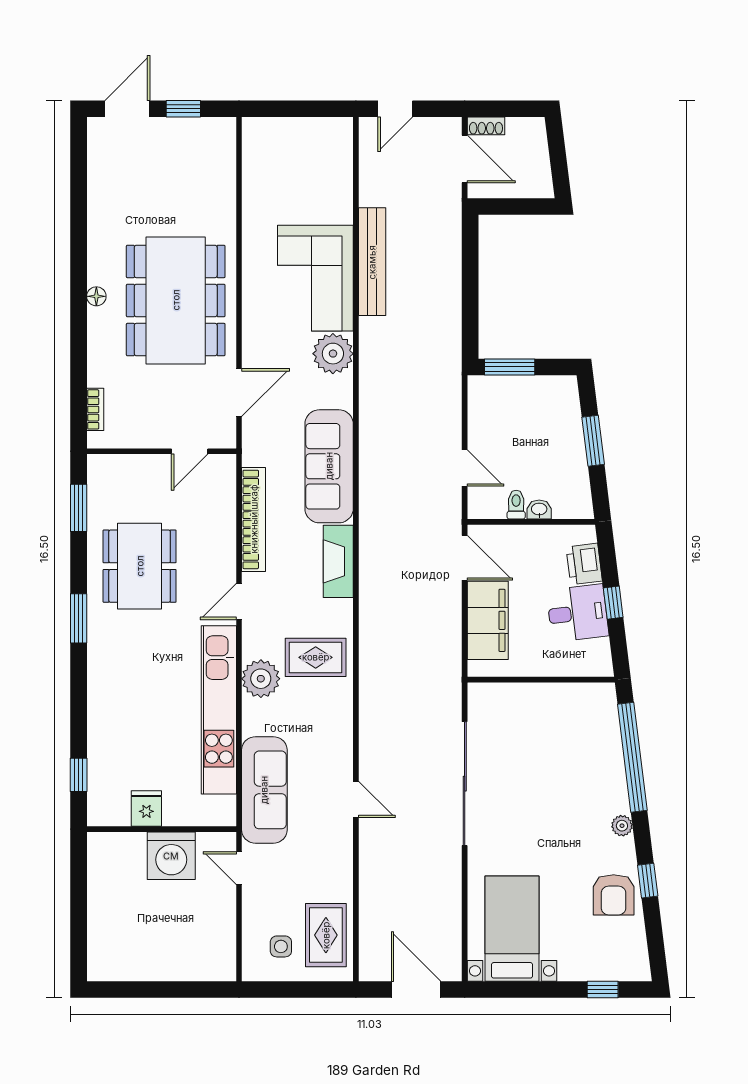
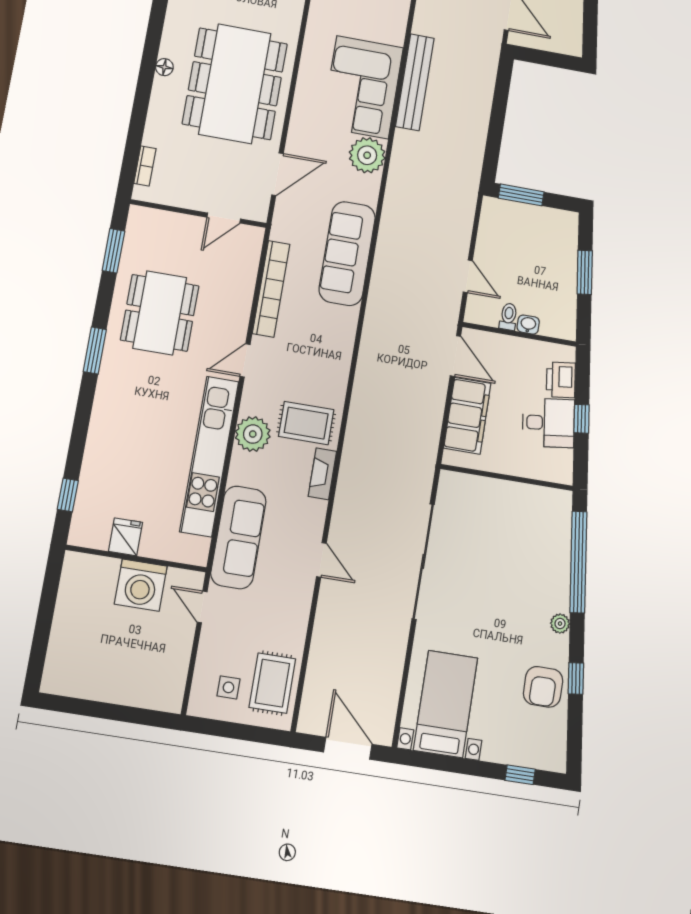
fireplace: (338, 561) -> (322, 474), moved, width x0.73, depth x0.76

